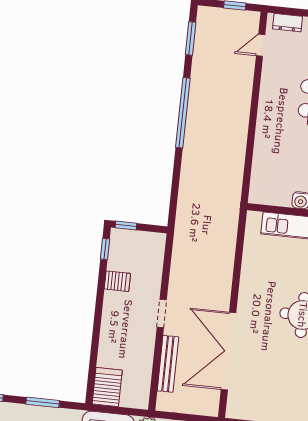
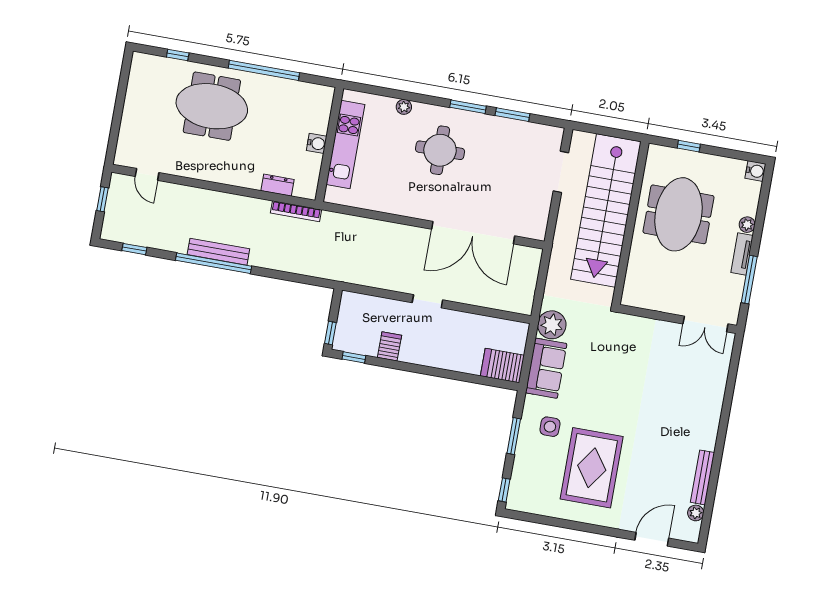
dresser: (287, 23) -> (278, 185), moved, turned -90
window: (191, 38) -> (134, 249), width x0.67
bookcase: (236, 186) -> (296, 211), added
bench: (168, 364) -> (218, 252), moved

